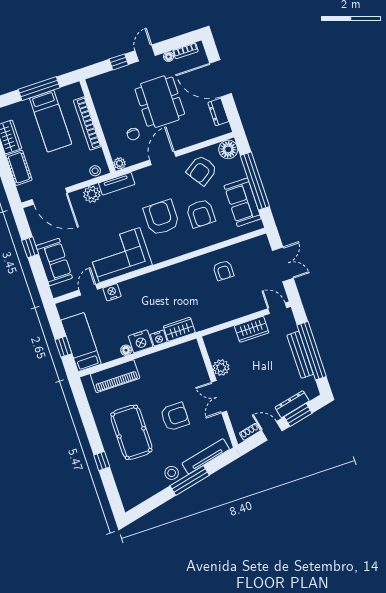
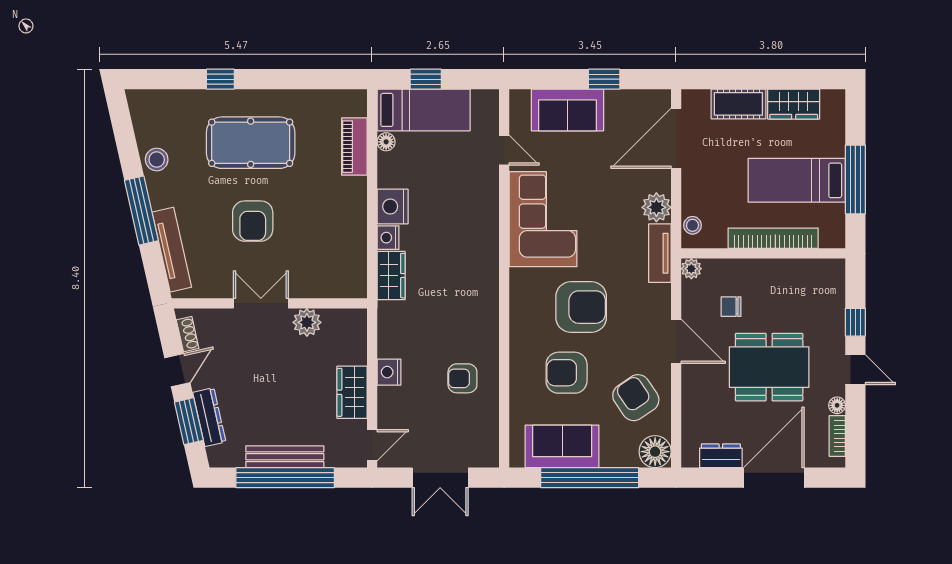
nightstand: (112, 292) -> (389, 372), moved, turned 180
floor lamp: (126, 350) -> (386, 142), moved
piano: (115, 376) -> (354, 147), width x0.73, depth x0.75
stool: (172, 473) -> (157, 160), moved

